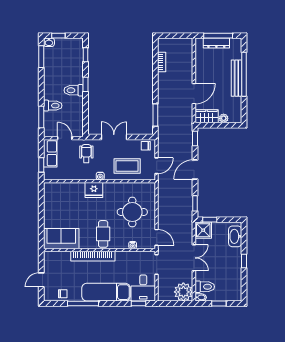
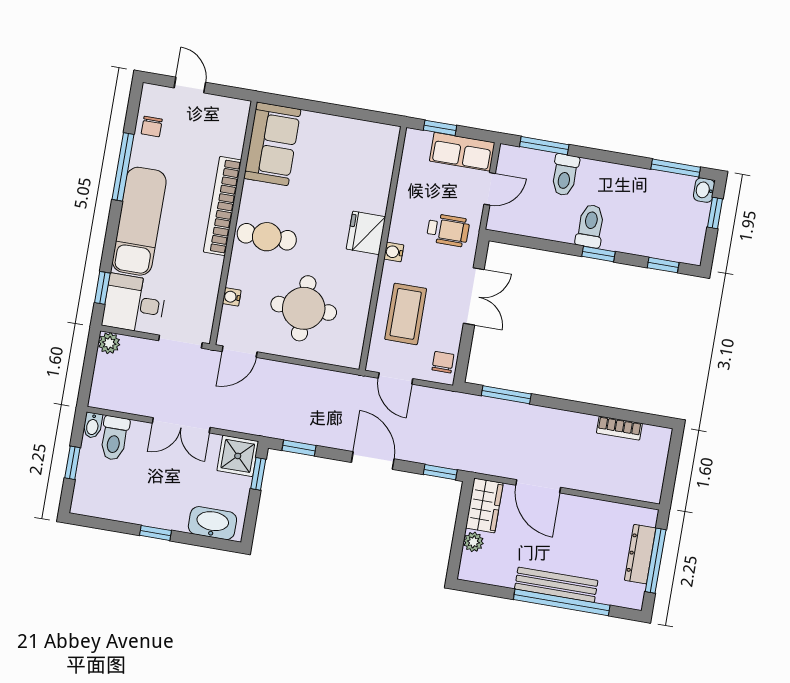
plant: (183, 292) -> (109, 343), moved, width x0.53, depth x0.53

